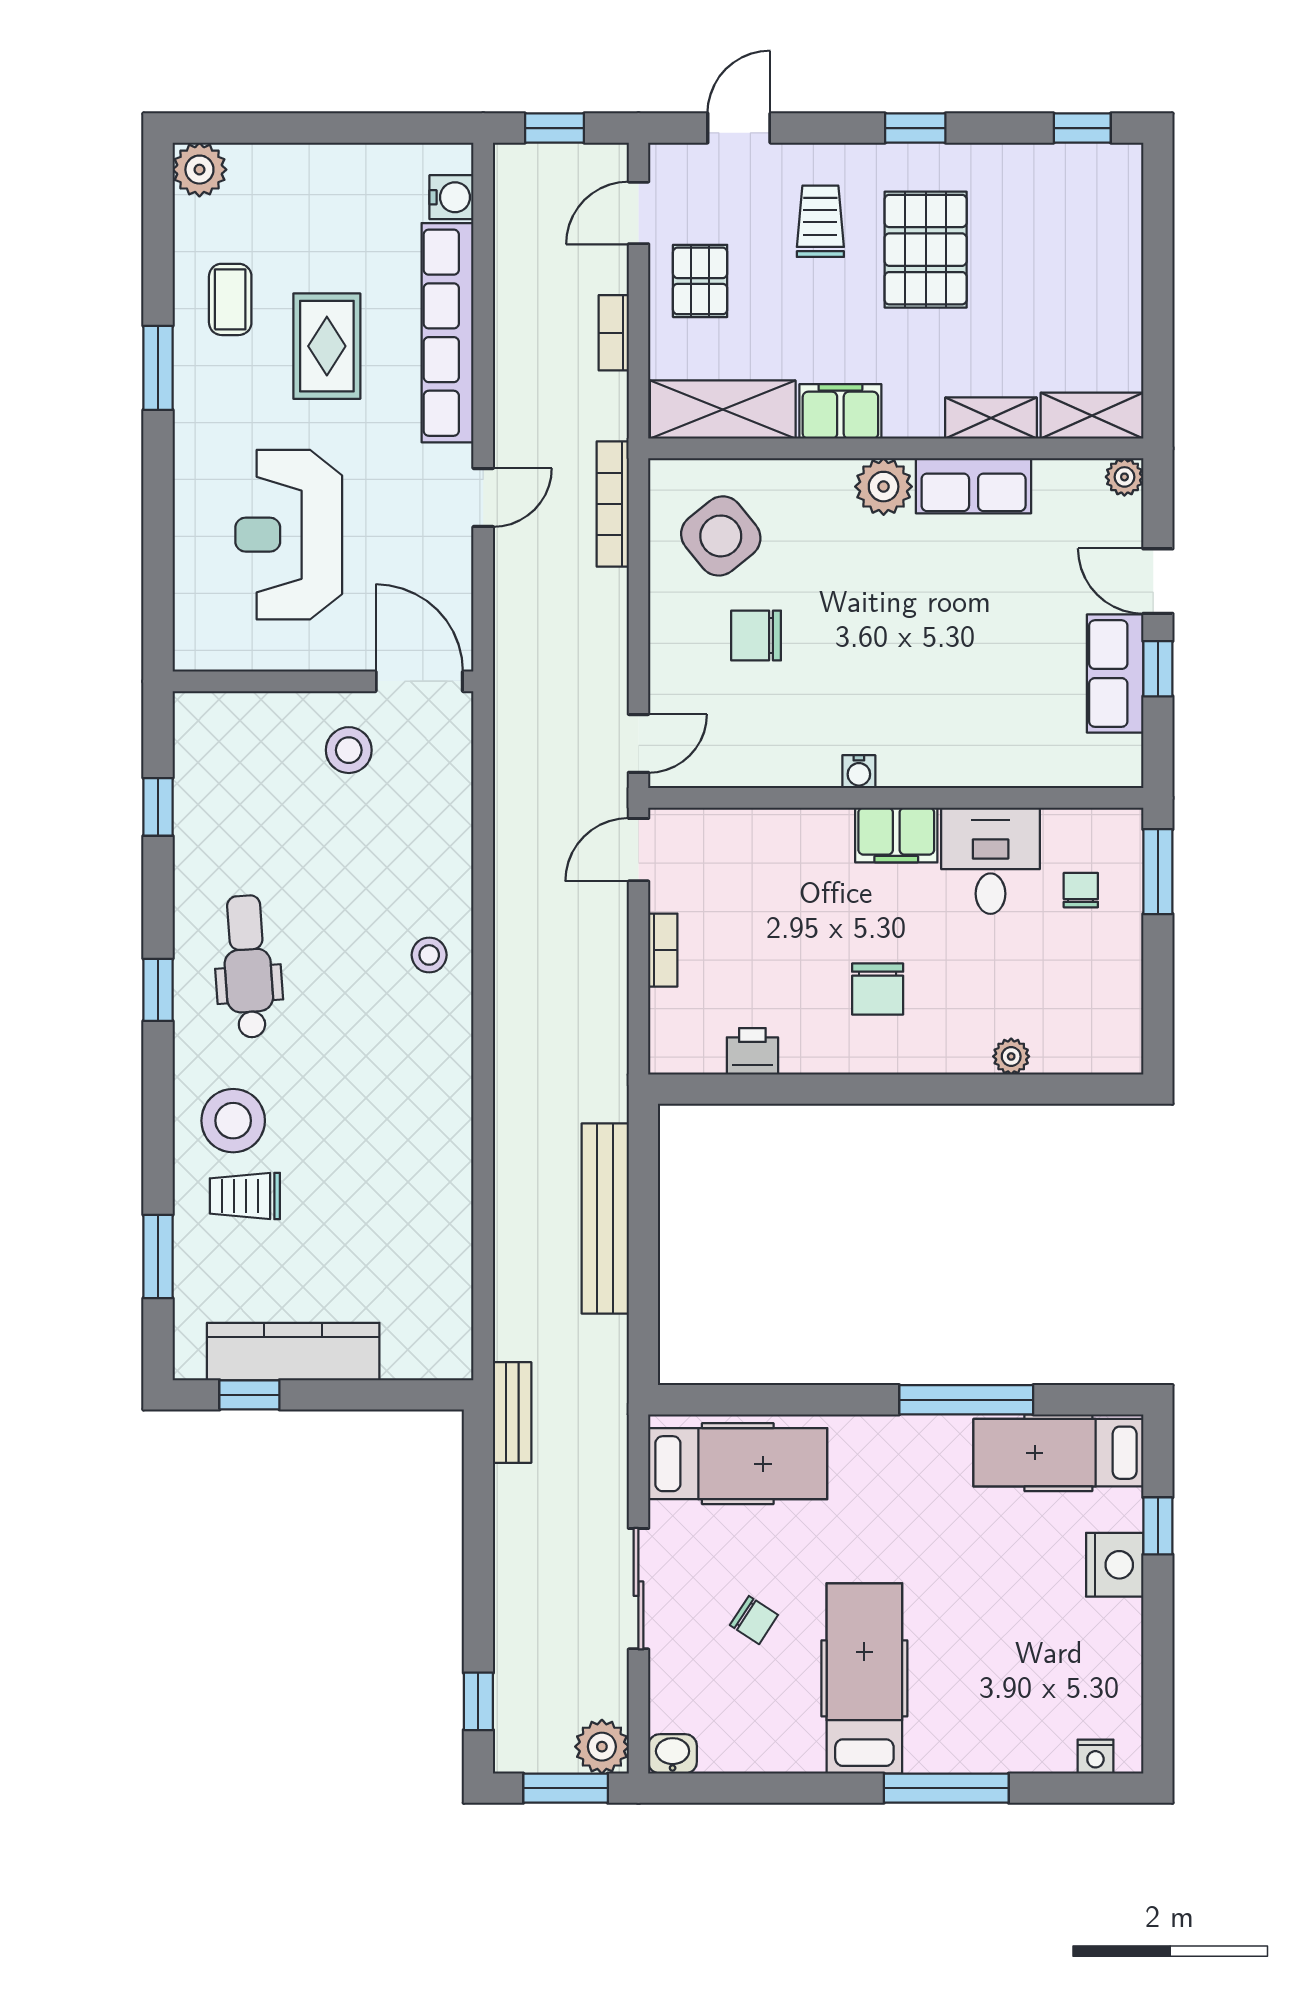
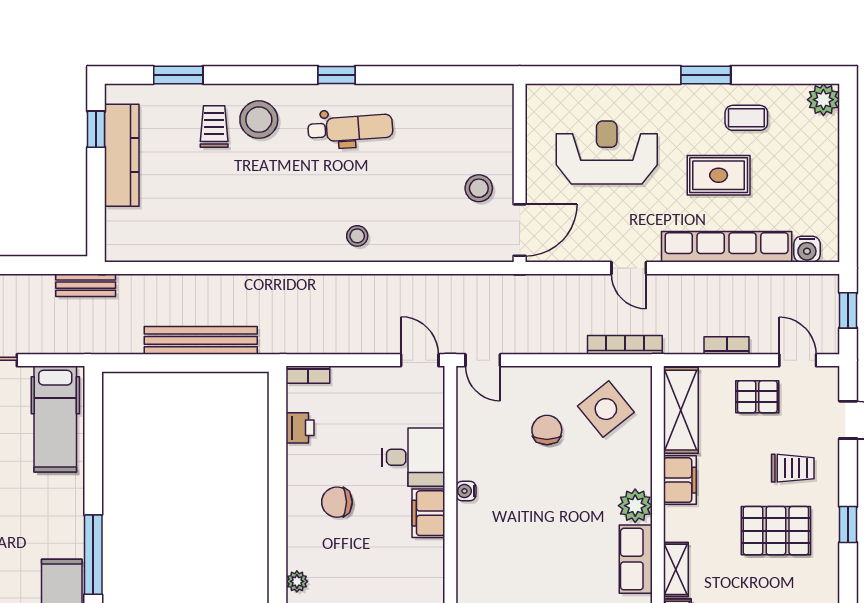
window: (158, 807) -> (445, 75), removed
desk: (991, 861) -> (413, 457), moved
bookcase: (663, 950) -> (308, 375), moved

